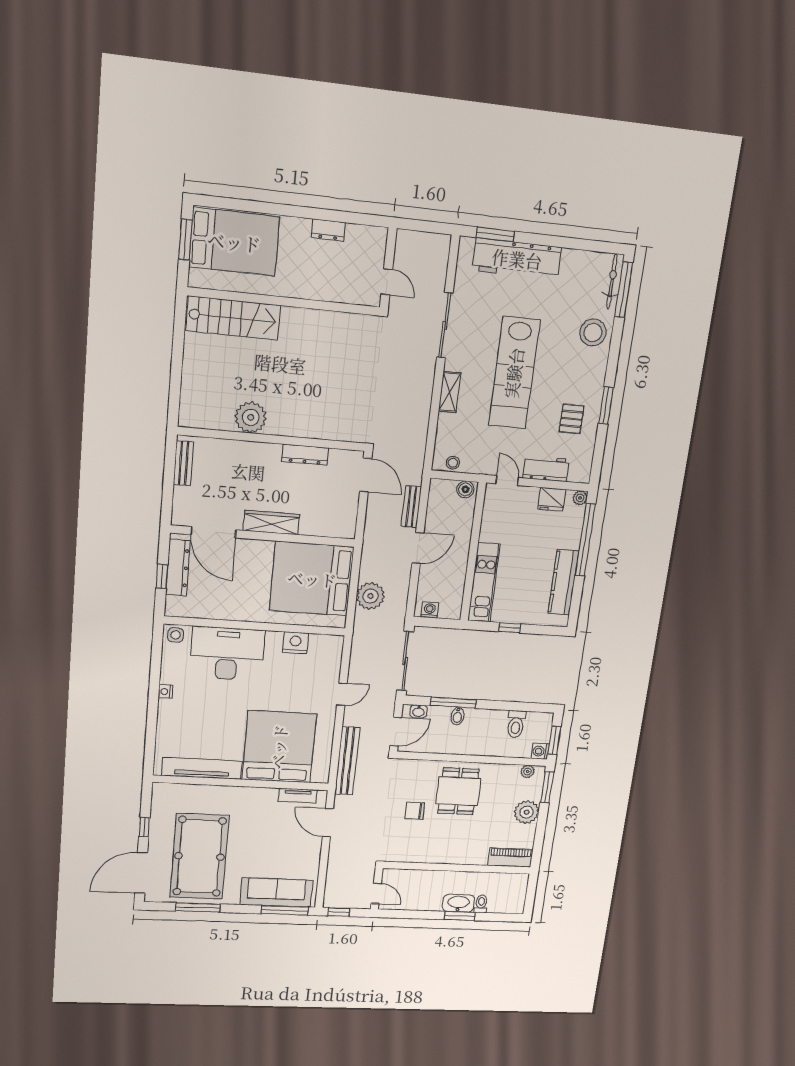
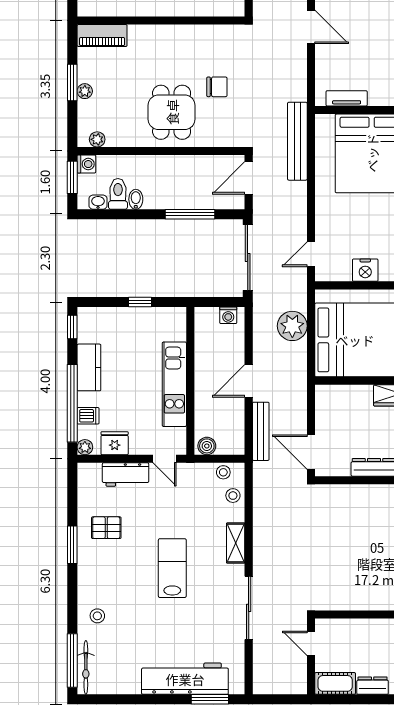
cot: (367, 237) -> (335, 683), added
stool: (593, 332) -> (97, 616), width x0.53, depth x0.53
lab bench: (514, 373) -> (172, 568), width x0.54, depth x0.72
pallet: (572, 419) -> (106, 528), turned 90
stool: (446, 439) -> (233, 496), added
bench: (411, 507) -> (261, 431), width x1.36
dishwasher: (573, 527) -> (88, 416), added
kitchen counter: (563, 582) -> (89, 367), width x0.67
kitchen unit: (484, 583) -> (174, 384), moved
window: (574, 609) -> (72, 327), added
door: (342, 694) -> (311, 254), moved
washbasin: (418, 711) -> (98, 202), moved
bidet: (457, 716) -> (136, 199), moved
window: (547, 787) -> (72, 83), moved
plant: (527, 812) -> (85, 91), width x0.53, depth x0.53
door: (328, 823) -> (311, 27), moved

